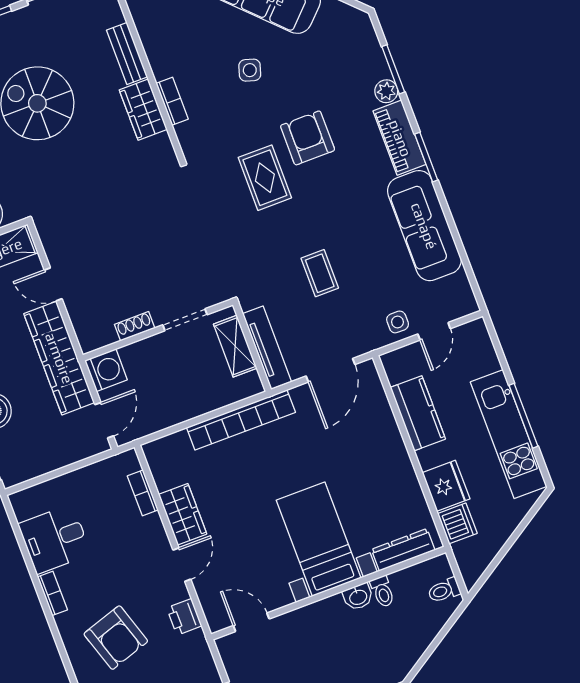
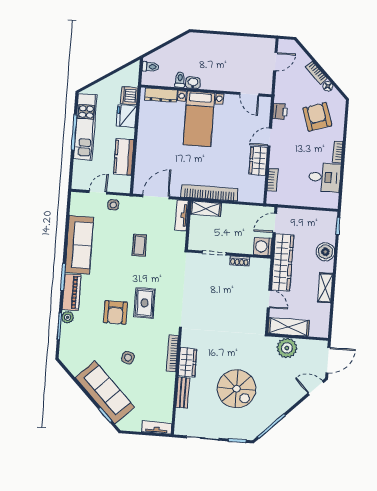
bookcase: (172, 101) -> (172, 353), width x1.56
shelving: (235, 346) -> (206, 209), moved, turned 90
tv unit: (267, 348) -> (182, 215), width x0.71

